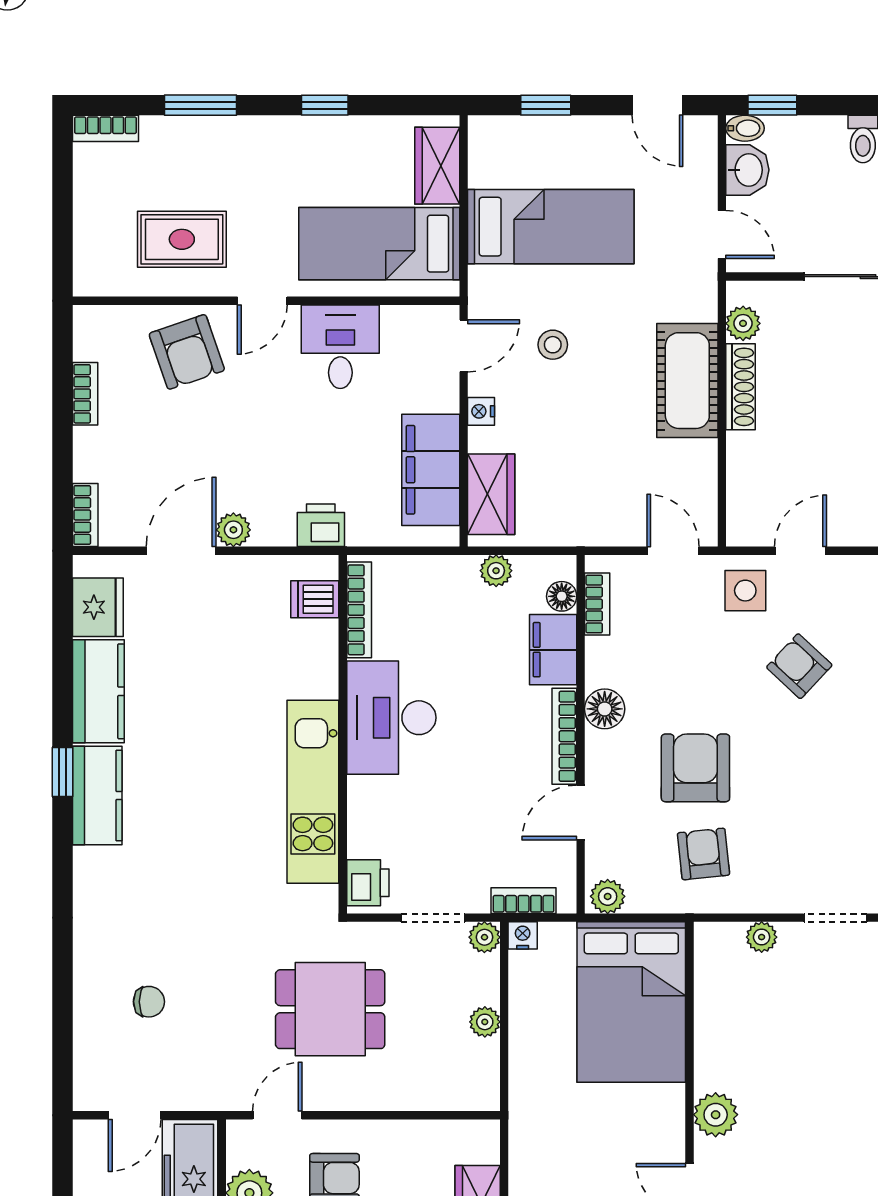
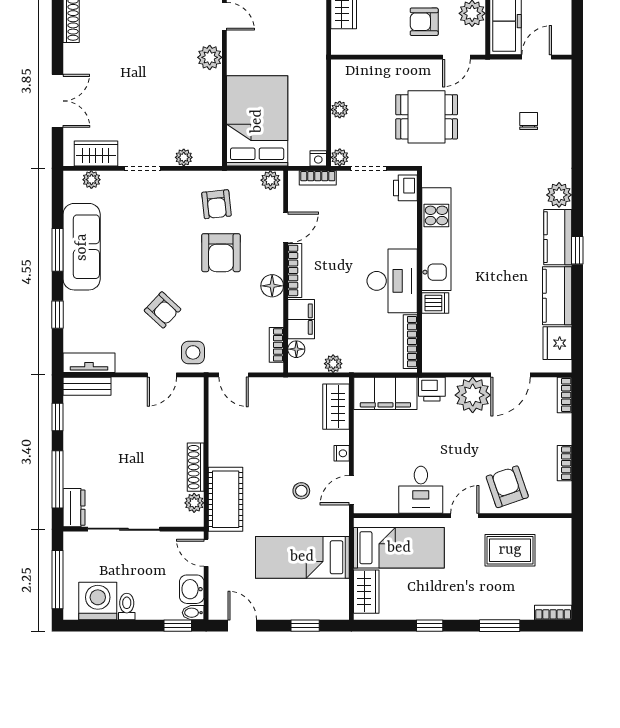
cot: (687, 381) -> (226, 499), moved
filing cabinet: (431, 470) -> (385, 393), moved, turned 90
plant: (233, 530) -> (473, 395), width x1.87, depth x1.87
dishwasher: (315, 599) -> (435, 303), moved
plant: (95, 870) -> (559, 195), added
chair: (149, 1002) -> (529, 121), turned 90

